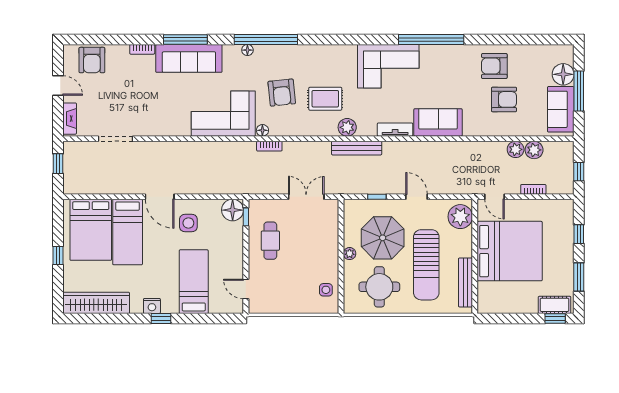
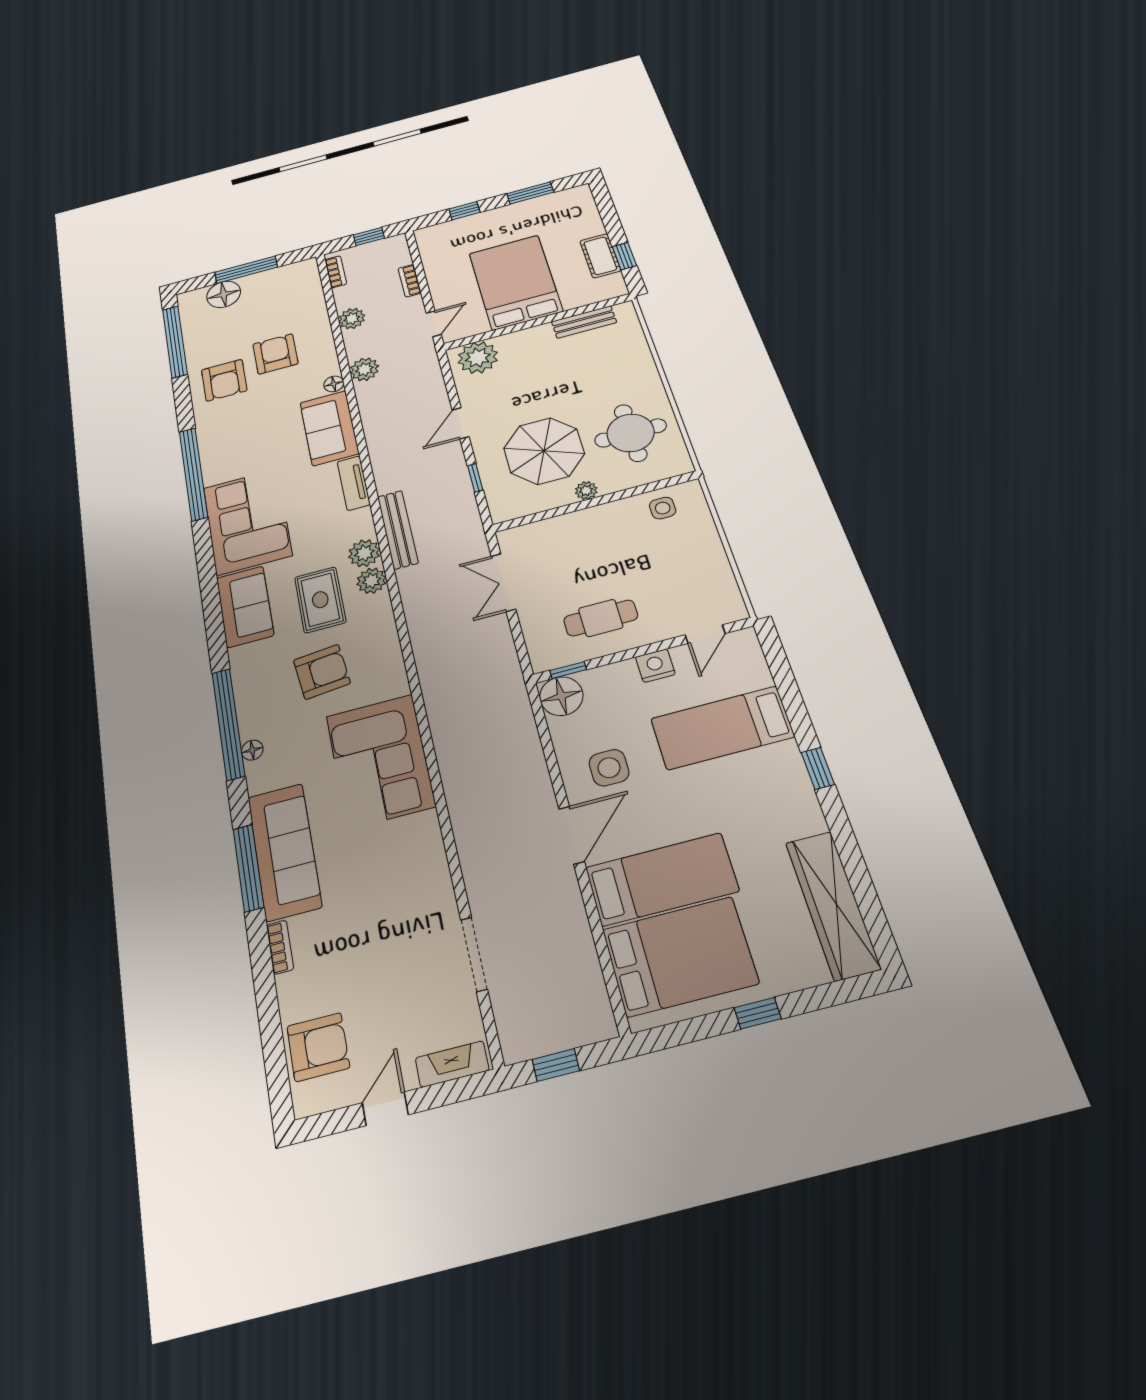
window: (535, 40) -> (175, 342), added
sofa: (561, 109) -> (245, 606), moved, turned -90
plant: (329, 128) -> (371, 581), added
floor lamp: (262, 130) -> (334, 384), moved
bookcase: (269, 146) -> (336, 272), moved
plant: (534, 150) -> (364, 369), moved
bed: (510, 251) -> (515, 282), width x0.73
sun lounger: (426, 265) -> (571, 380), removed
bench: (465, 282) -> (584, 322), width x0.73
cot: (555, 305) -> (600, 256), moved
nightstand: (152, 306) -> (655, 666), moved, turned -90
window: (555, 318) -> (624, 256), moved

